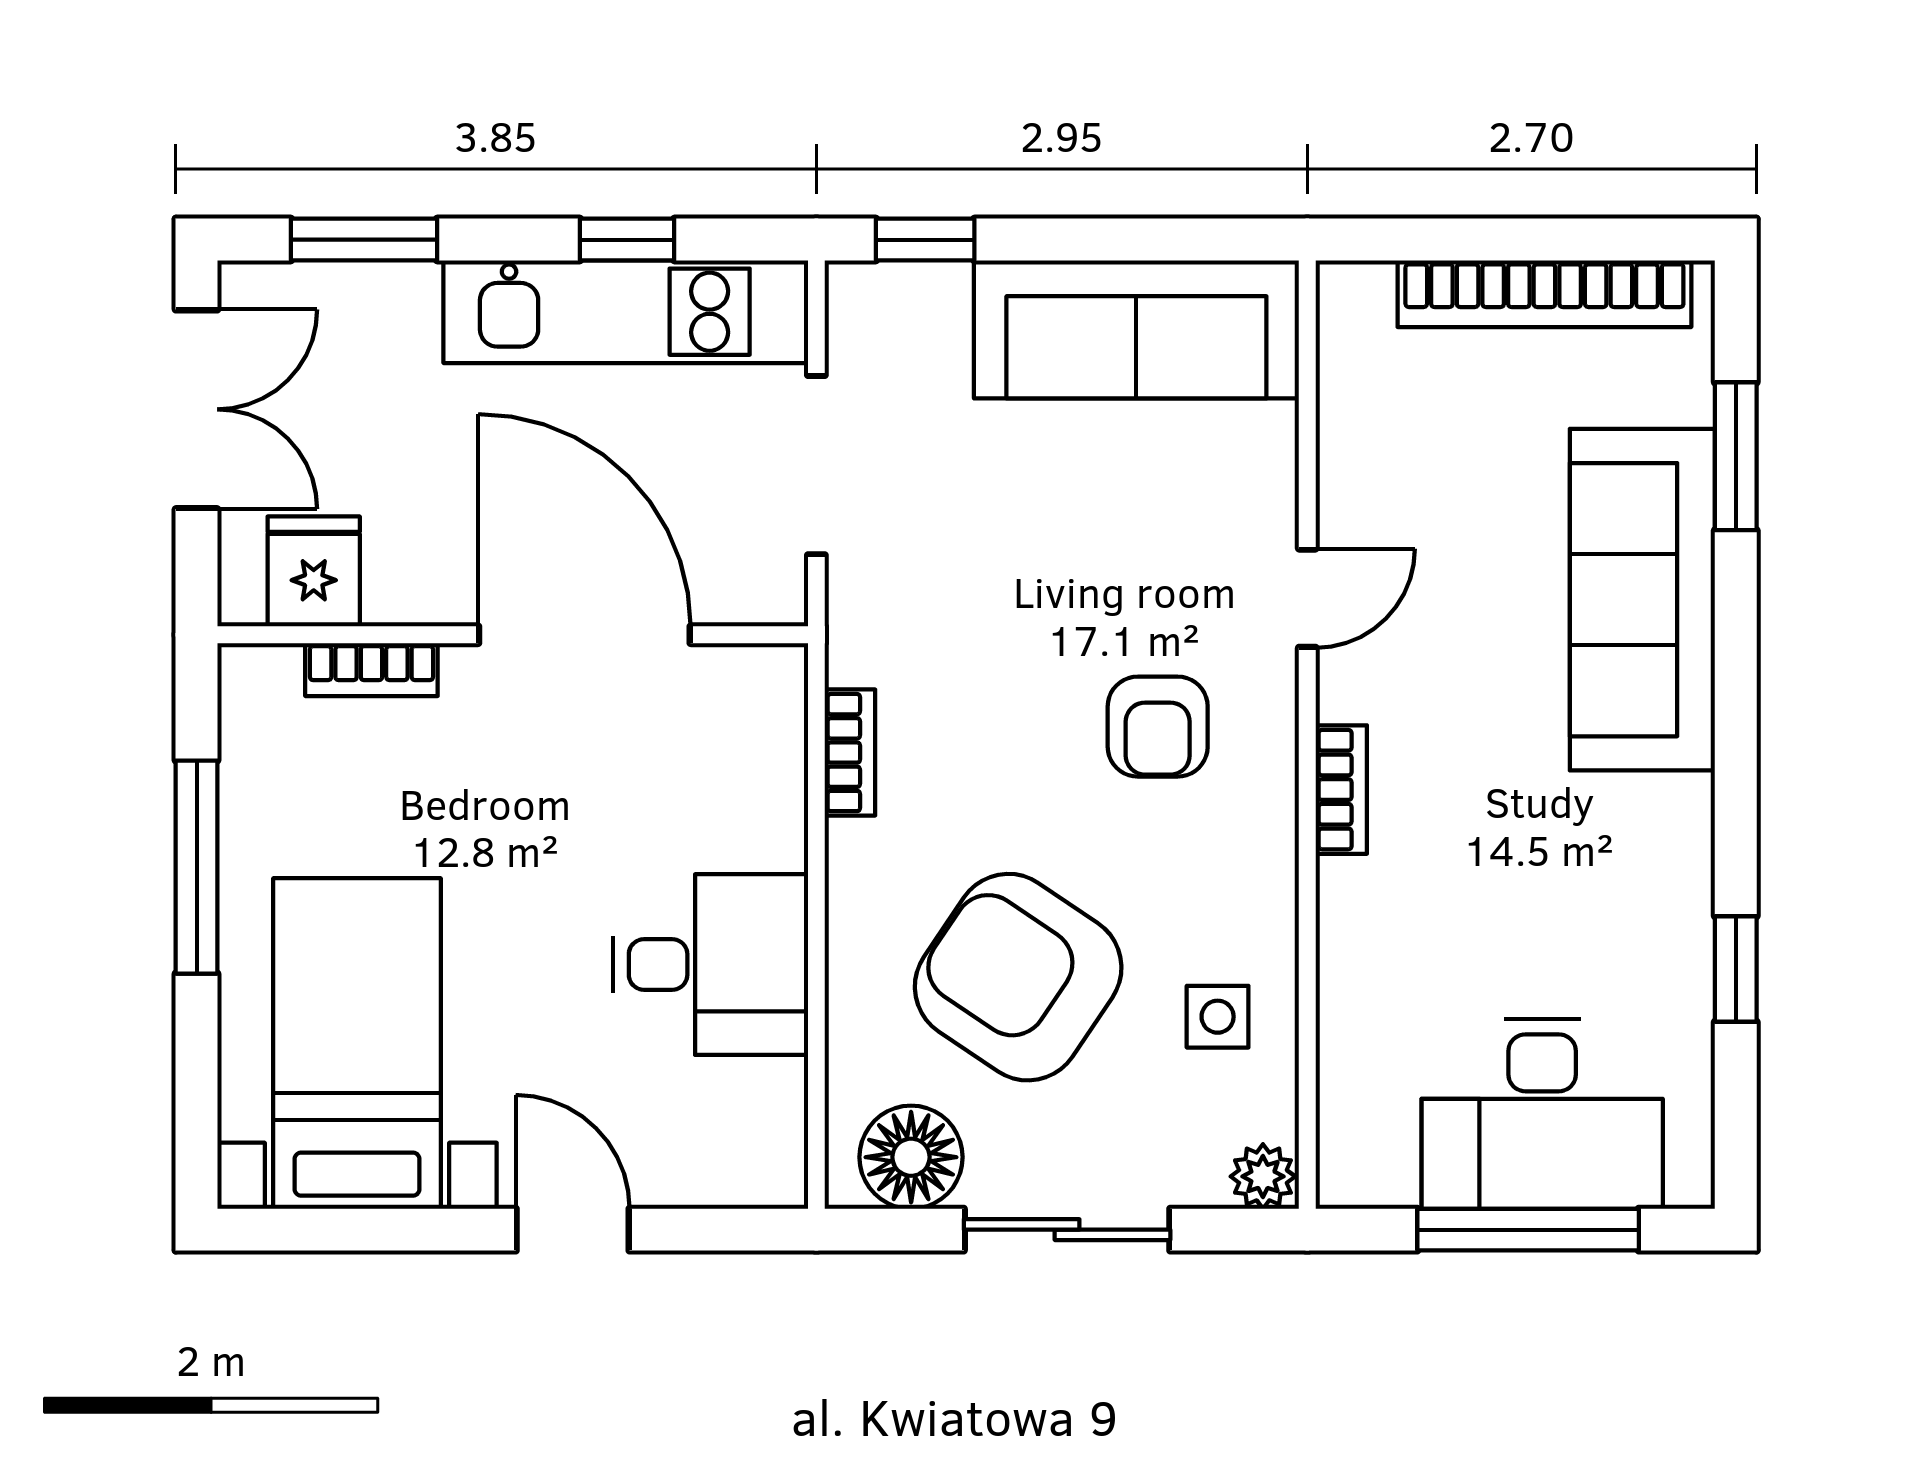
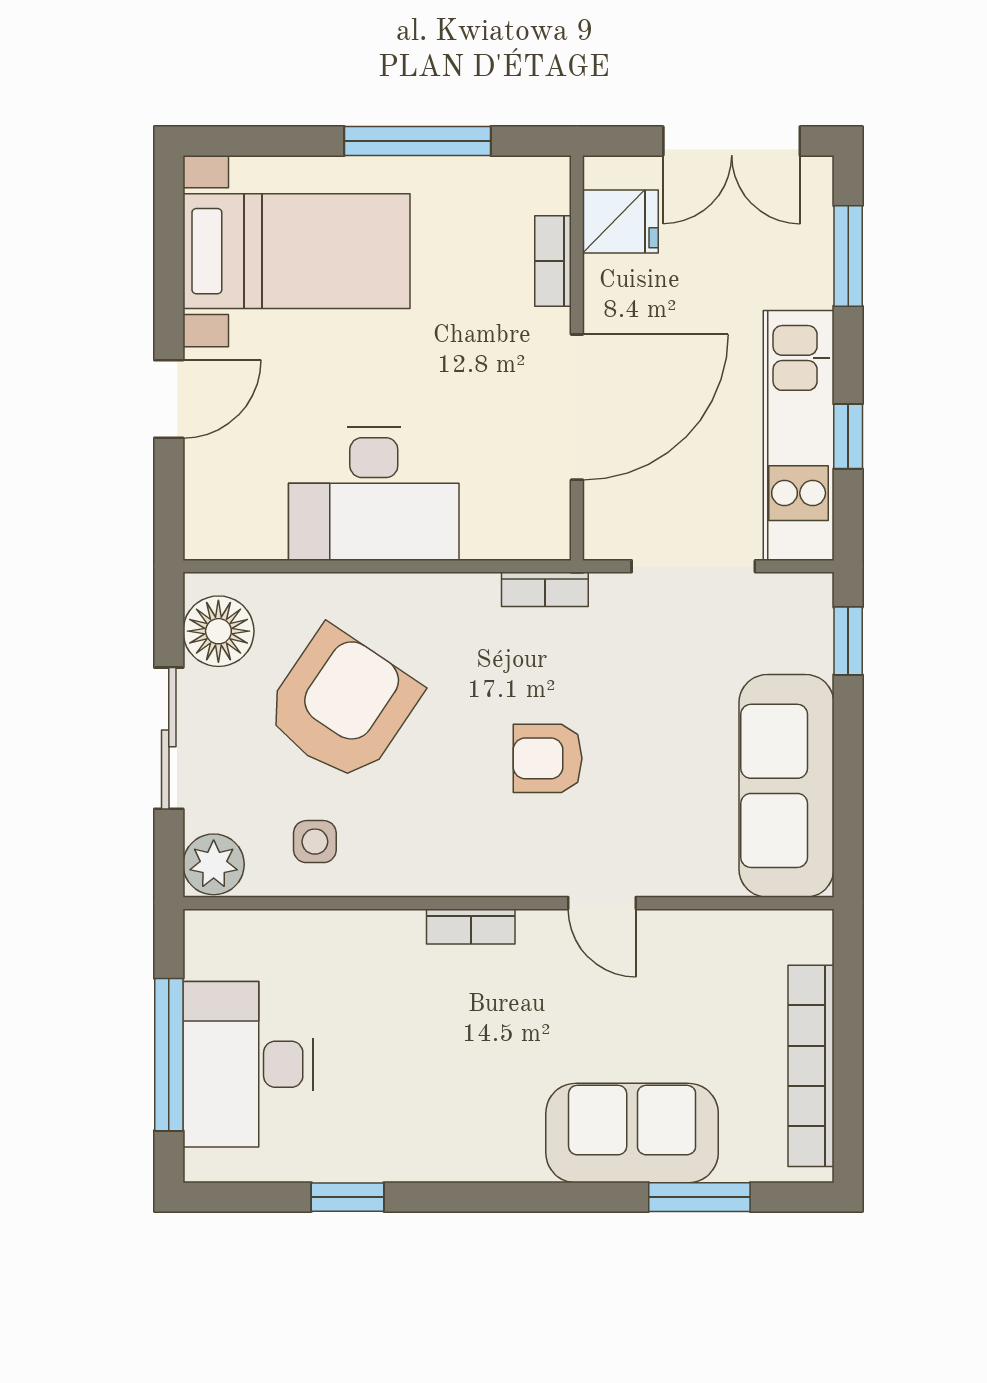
sofa: (1642, 600) -> (632, 1133), width x0.73
armchair: (1158, 727) -> (548, 758), moved
bookcase: (850, 753) -> (545, 589), moved
desk: (711, 964) -> (374, 494), width x1.37
plant: (1263, 1176) -> (214, 864), width x1.38, depth x1.38

